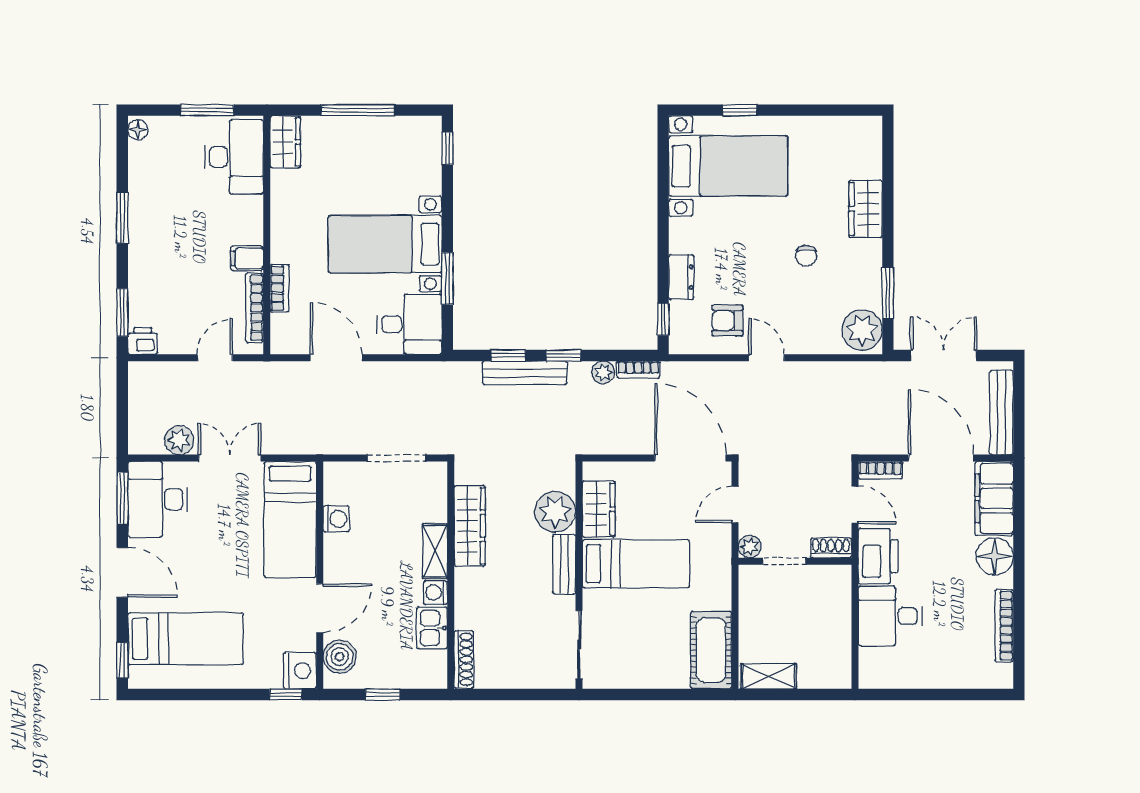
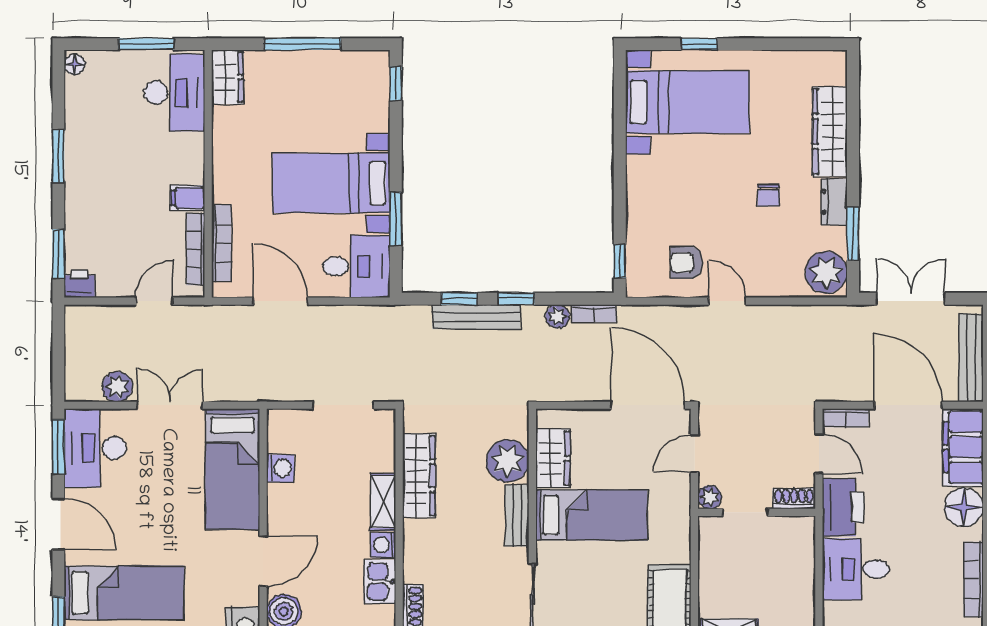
wardrobe: (866, 209) -> (830, 132), width x1.50
dresser: (681, 277) -> (834, 202), moved, turned 180
bookcase: (280, 288) -> (222, 243), width x1.56

